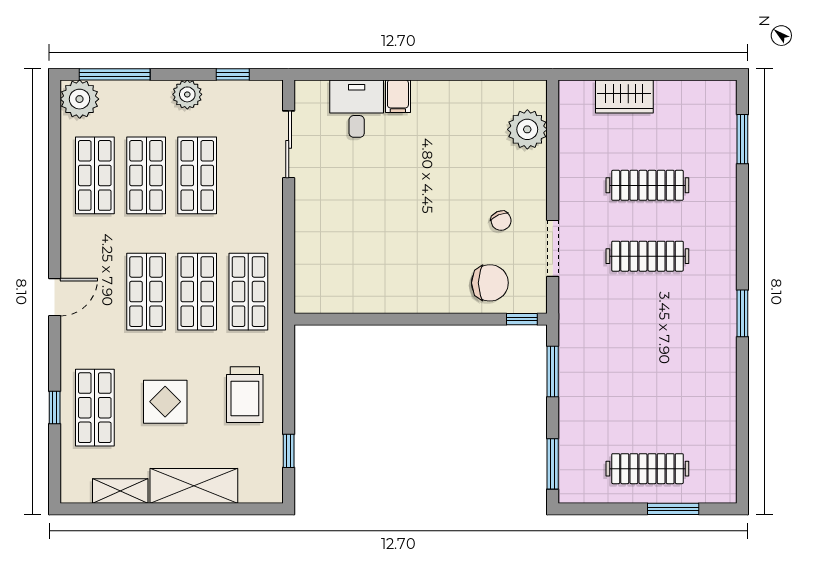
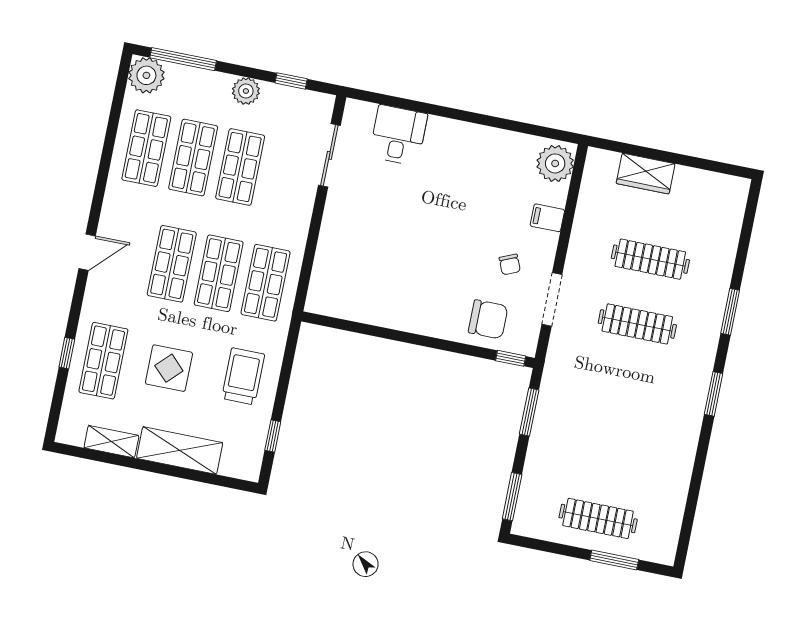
filing cabinet: (398, 96) -> (547, 218), moved, turned 90
plant: (527, 129) -> (555, 163), moved
window: (742, 139) -> (730, 312), moved
trolley: (245, 395) -> (243, 376), turned 180

